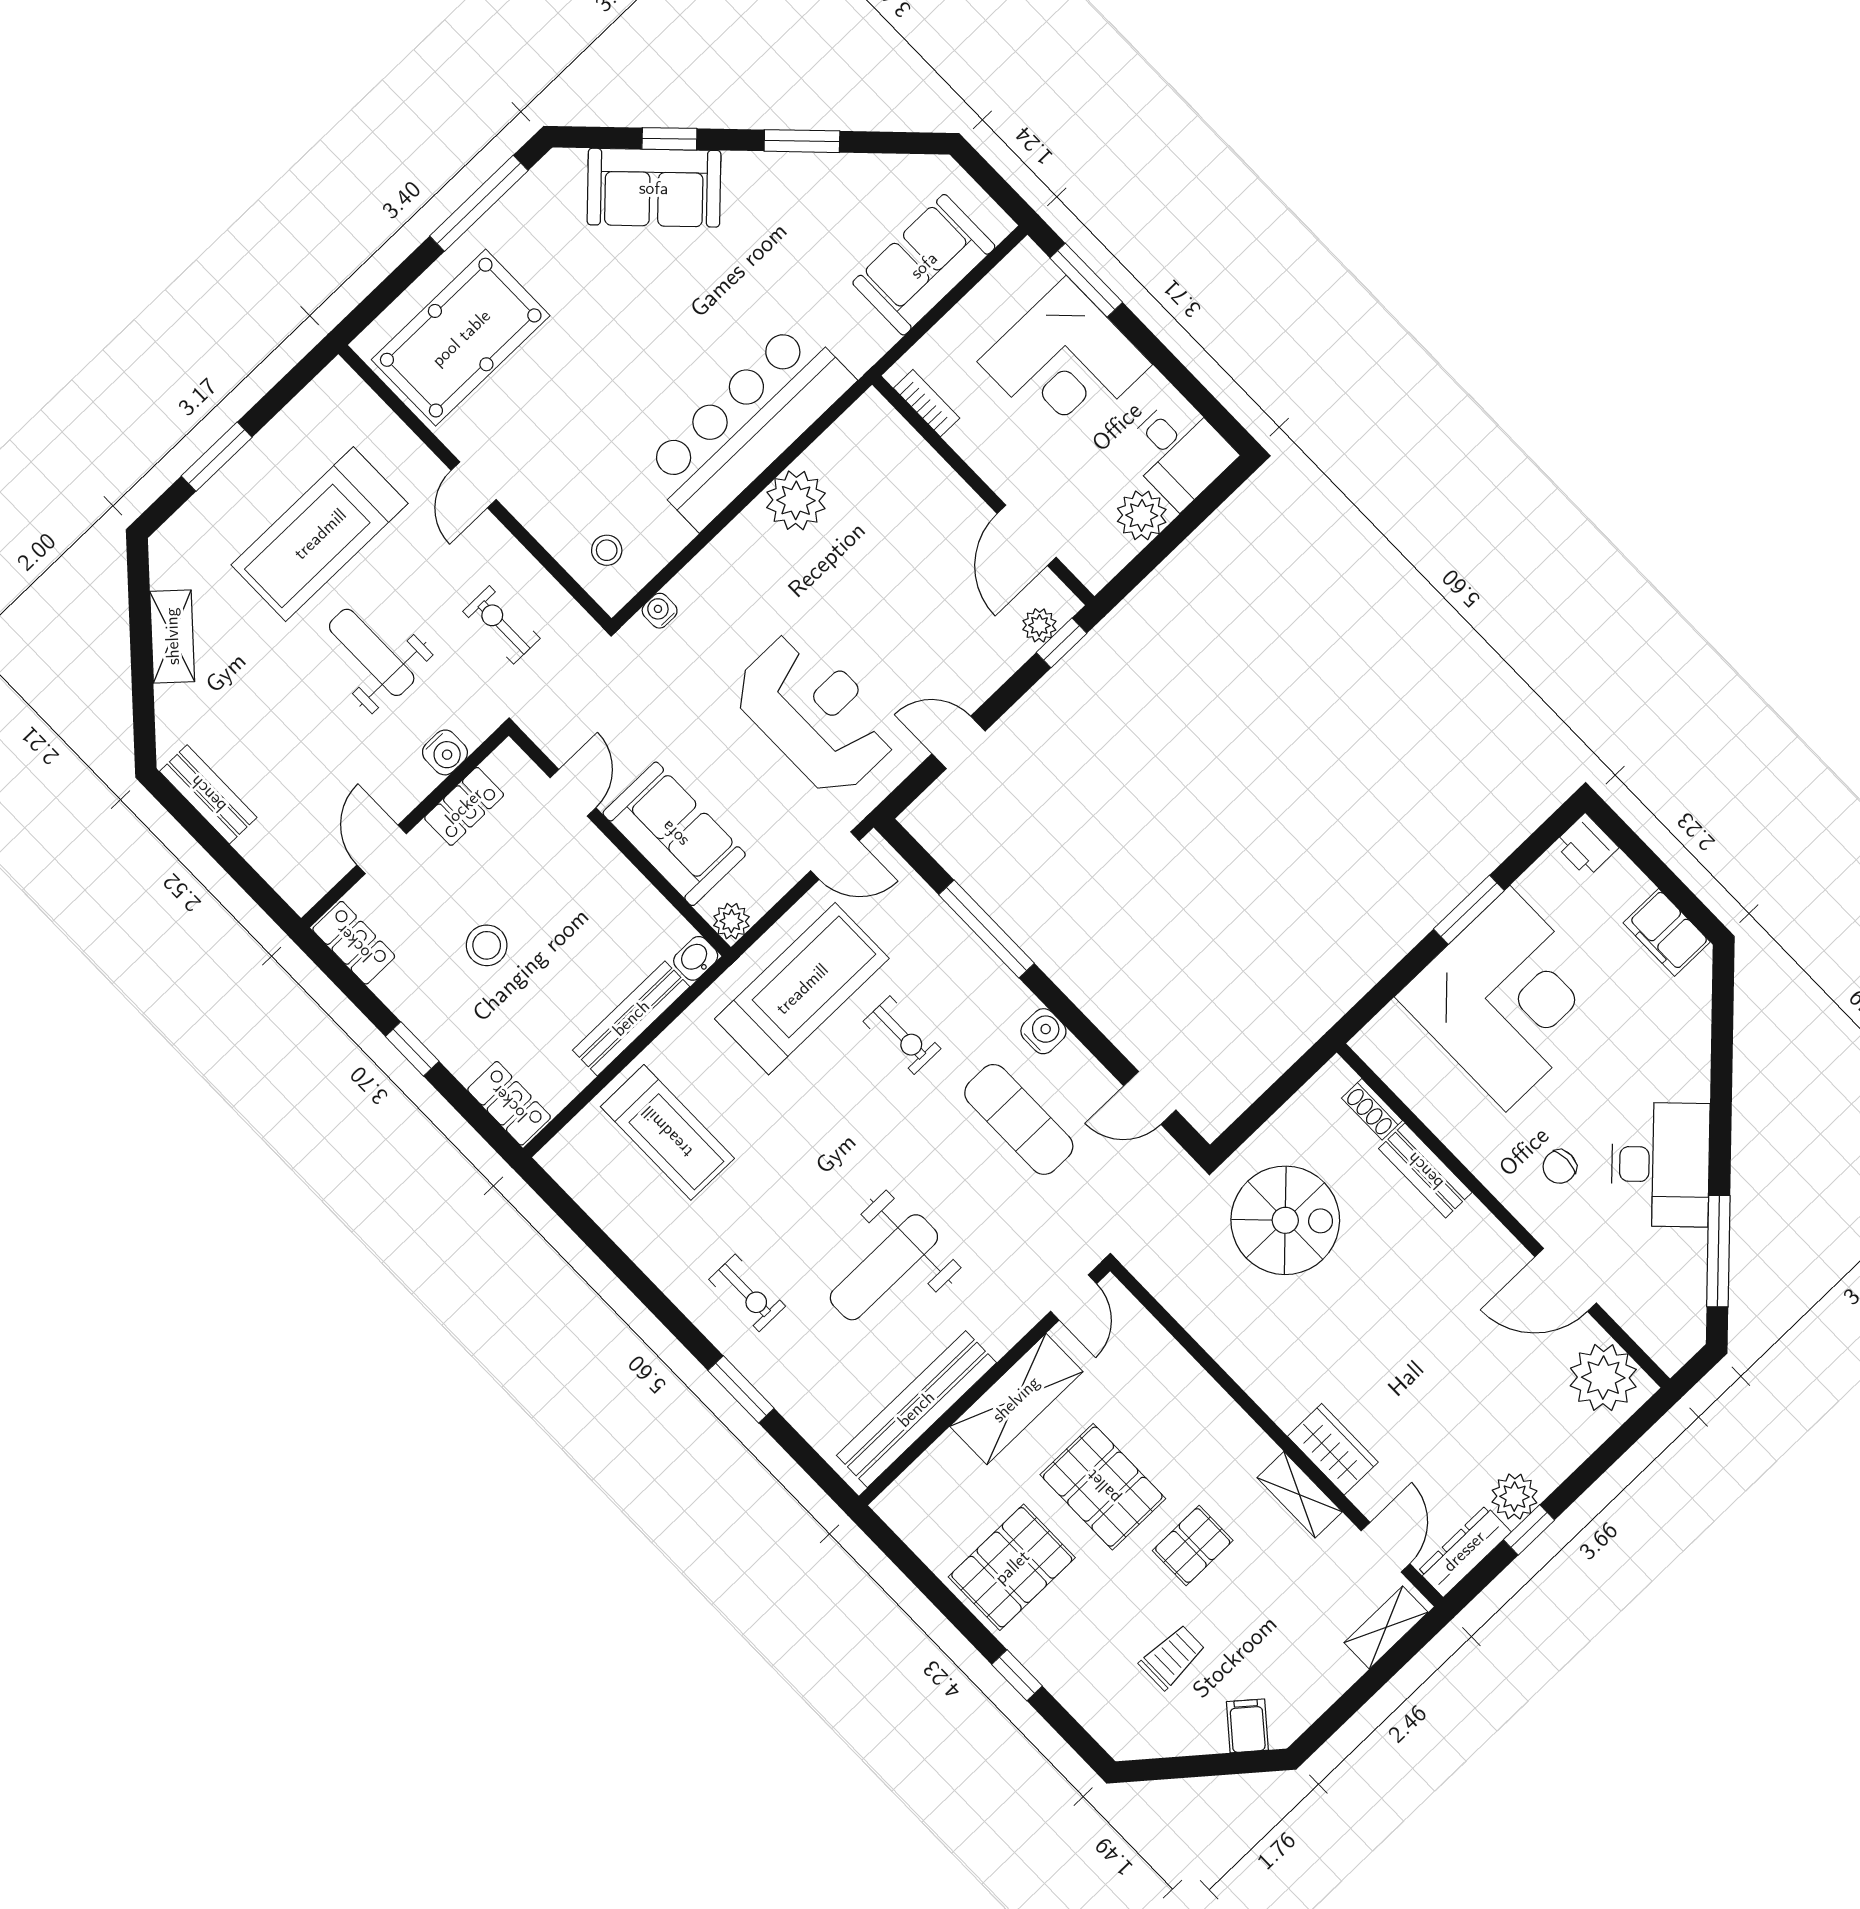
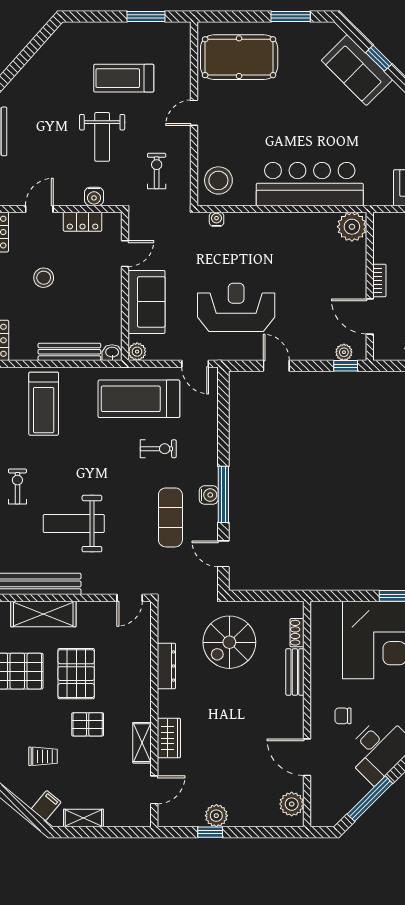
window: (479, 203) -> (291, 17), width x0.69
bookcase: (927, 403) -> (379, 280), moved
window: (217, 457) -> (146, 17), moved
plant: (796, 500) -> (352, 227), moved
treadmill: (320, 534) -> (124, 78), width x0.73, depth x0.73
door: (1027, 535) -> (370, 317), hinge flipped
stool: (607, 550) -> (218, 180), width x1.89, depth x1.89
shelving: (172, 636) -> (38, 64), removed
weight bench: (372, 652) -> (102, 137), turned 180
reception desk: (815, 713) -> (236, 307), turned -90
window: (987, 929) -> (223, 494), moved
treadmill: (802, 989) -> (139, 399), turned 180
exercise bike: (902, 1035) -> (158, 449), turned -90
spiral stairs: (1285, 1220) -> (229, 642), turned 90
exercise bike: (747, 1293) -> (17, 486), turned 180
plant: (1603, 1378) -> (292, 804), width x0.73, depth x0.73
shelving: (1016, 1399) -> (43, 614), moved
dresser: (1464, 1551) -> (166, 666), moved, turned 90
shelving: (1386, 1627) -> (83, 818), moved

